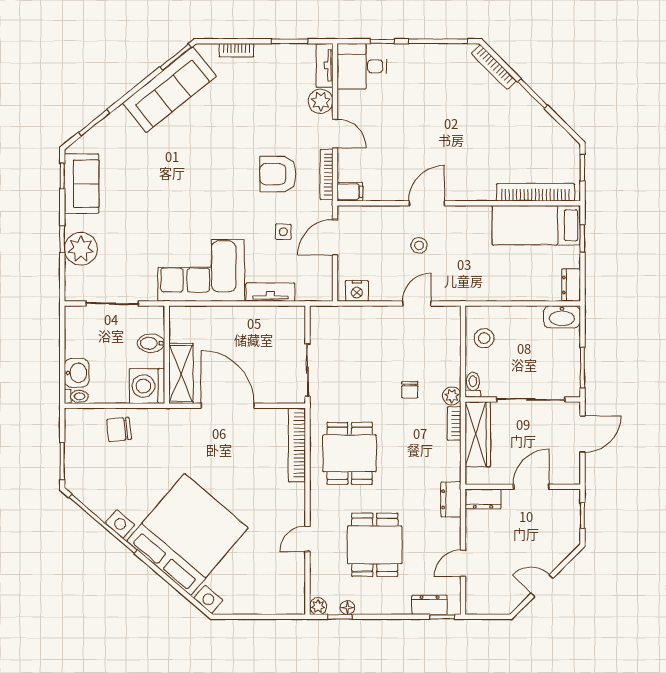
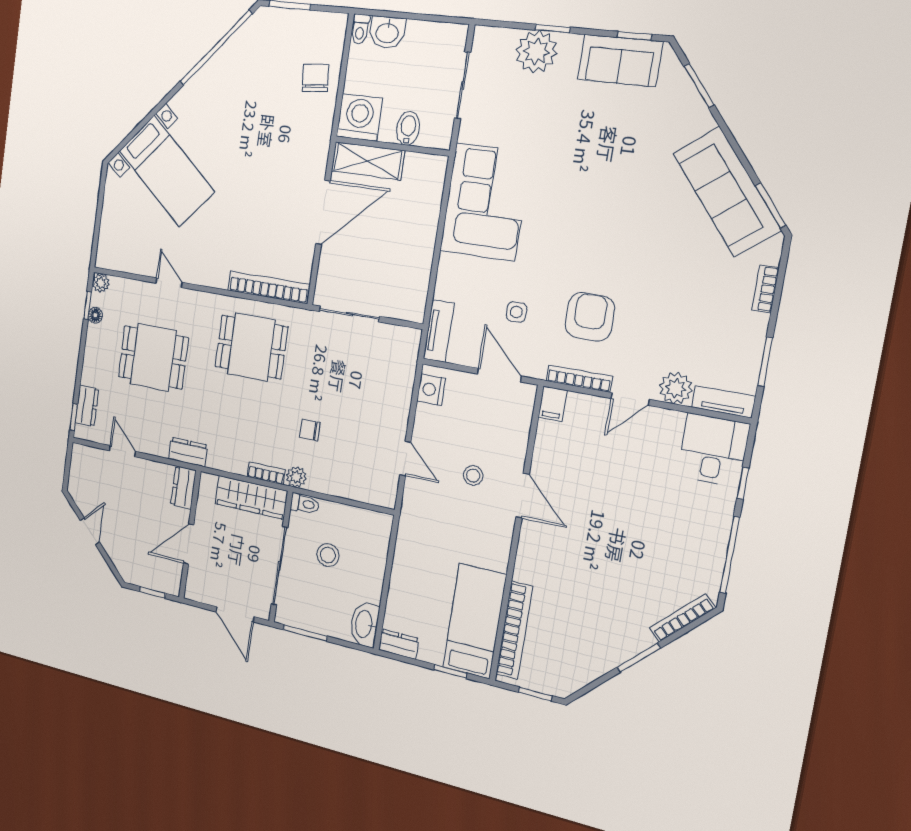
tv unit: (270, 292) -> (439, 331), moved
stool: (484, 338) -> (328, 555), moved
door: (531, 487) -> (189, 544), swing flipped
bed with nightstands: (187, 534) -> (167, 171), width x0.54

